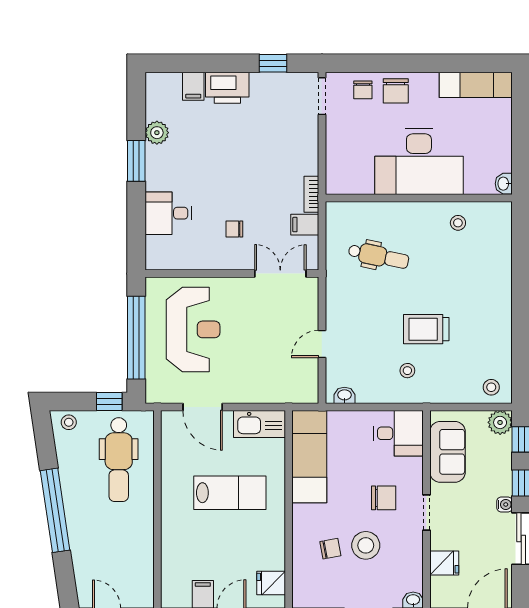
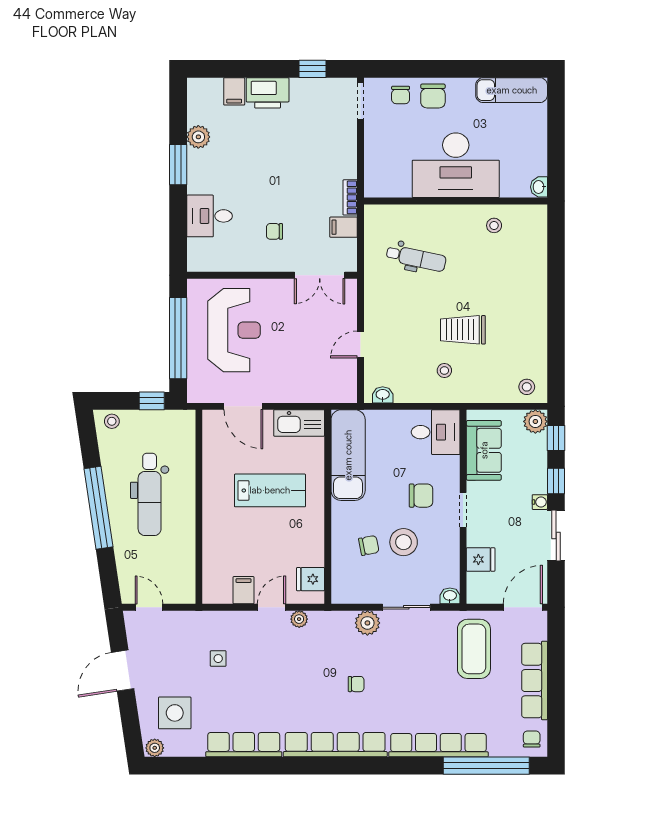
double door: (280, 274) -> (320, 275), swing flipped
dental chair: (119, 460) -> (150, 494), moved

